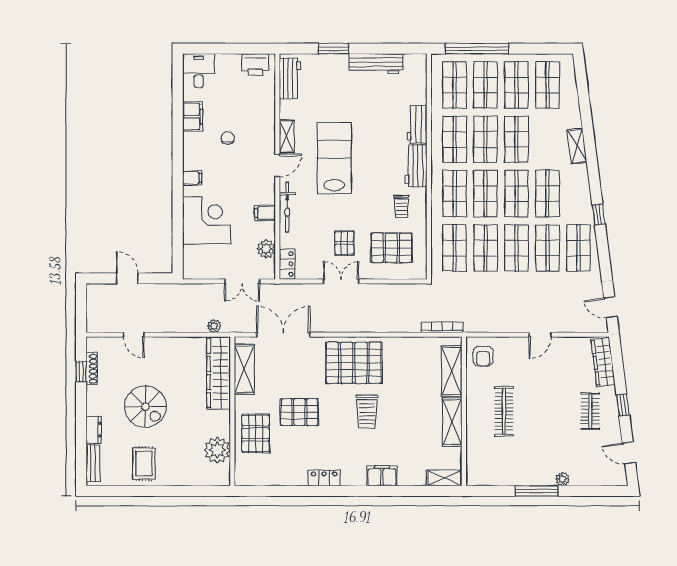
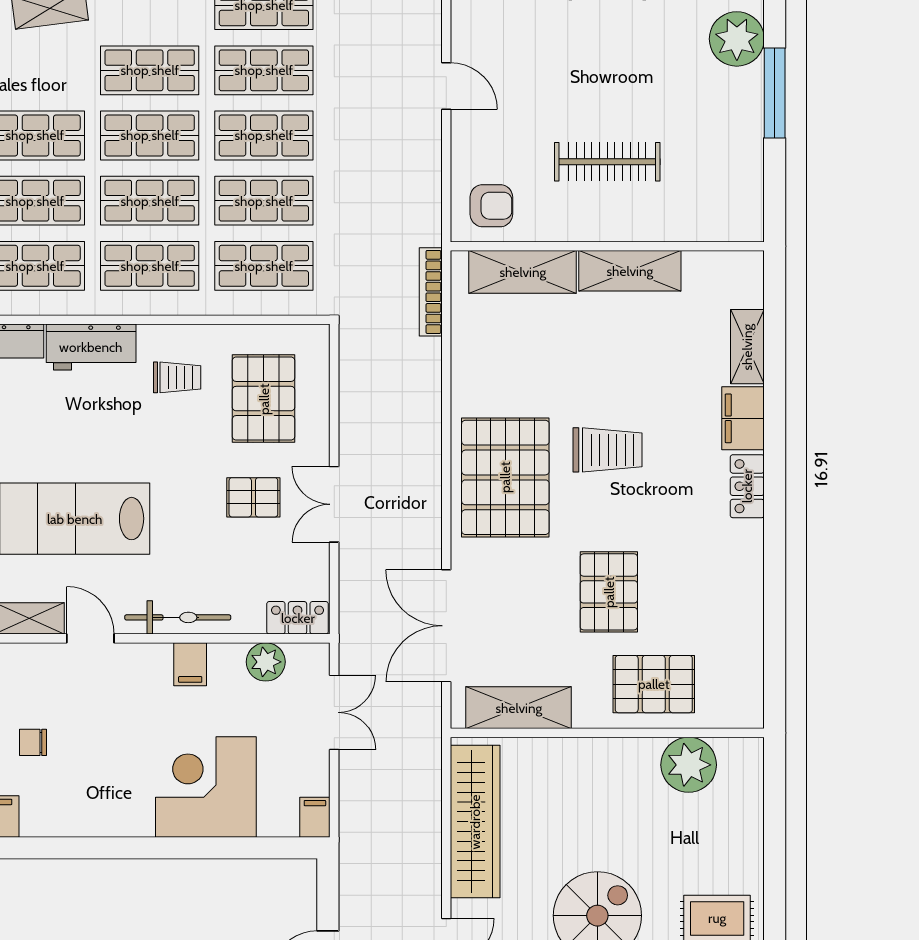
filing cabinet: (192, 178) -> (315, 817), moved
plant: (214, 326) -> (428, 771), removed
wardrobe: (219, 373) -> (475, 822), moved, turned -90
locker: (324, 478) -> (747, 486), moved
shelving: (444, 478) -> (747, 347), moved
plant: (562, 479) -> (737, 39), width x1.87, depth x1.87

